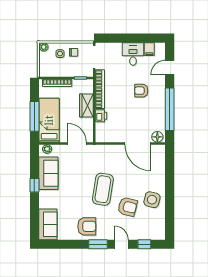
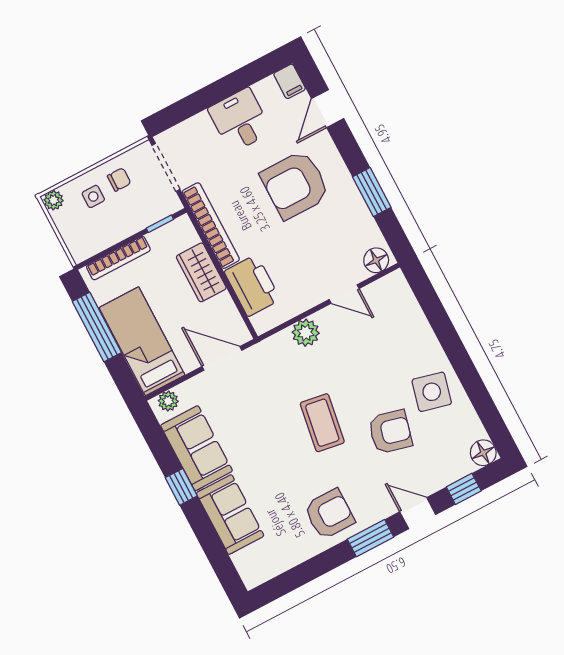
filing cabinet: (149, 49) -> (290, 81), moved
armchair: (141, 91) -> (295, 185), width x1.88, depth x1.88
window: (170, 109) -> (372, 192), width x0.47
window: (34, 116) -> (97, 327), moved
printer: (101, 116) -> (252, 286), width x1.87, depth x1.48
door: (138, 143) -> (344, 294), width x0.53
plant: (115, 151) -> (306, 333), added
coffee table: (103, 189) -> (322, 423), width x0.73, depth x0.76
sofa: (48, 224) -> (230, 514), moved
floor lamp: (160, 234) -> (483, 453), added

